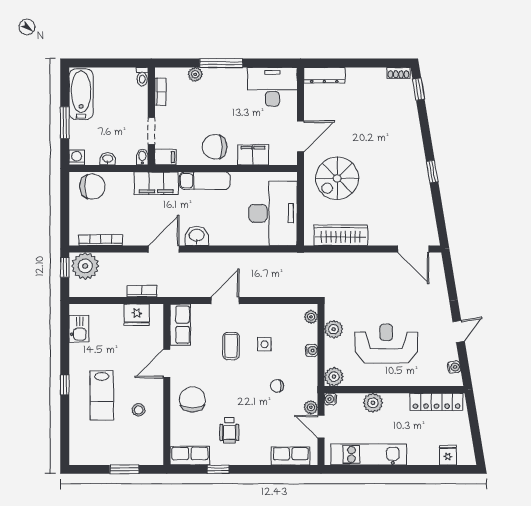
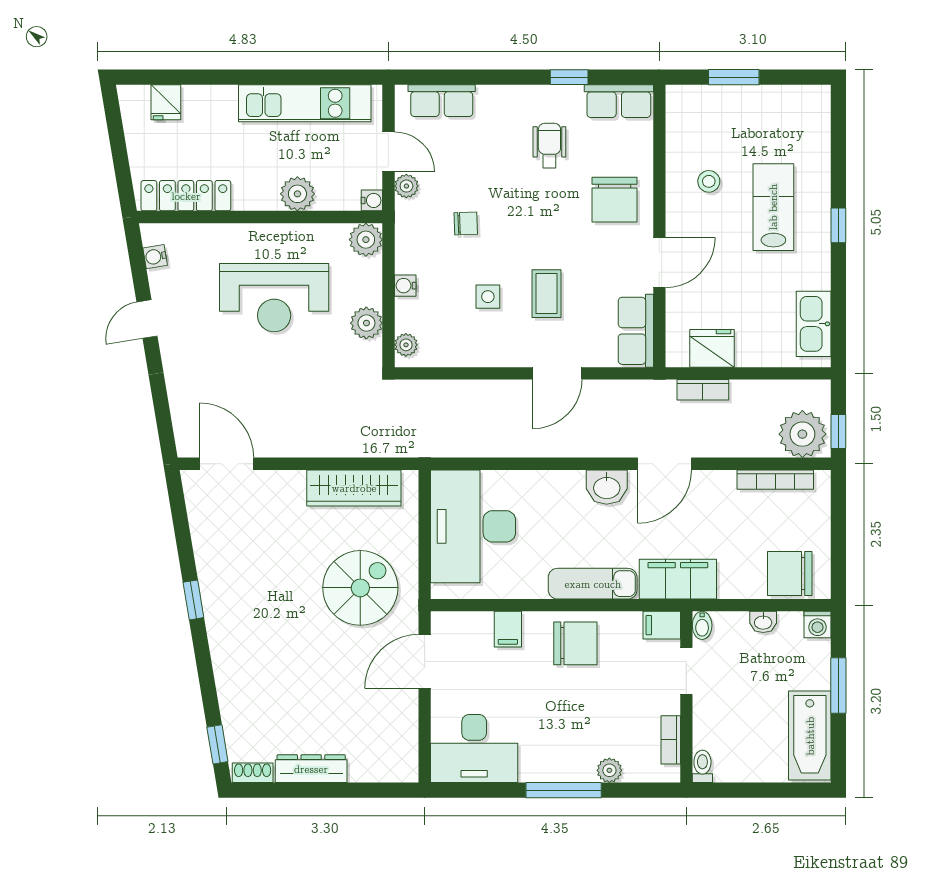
dresser: (324, 75) -> (311, 769), moved
filing cabinet: (253, 155) -> (508, 629), width x0.50
kitchen sink: (79, 329) -> (814, 324), width x1.38

